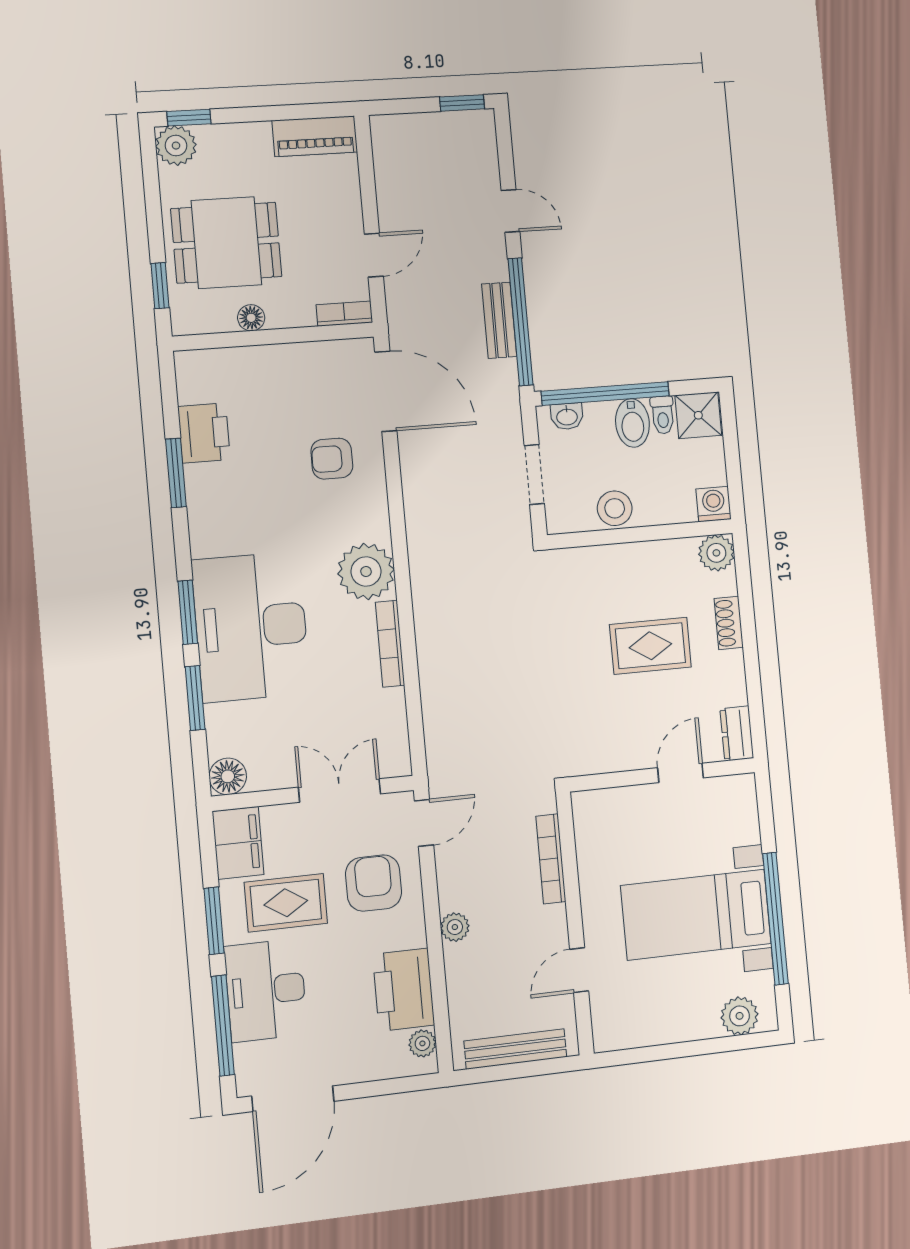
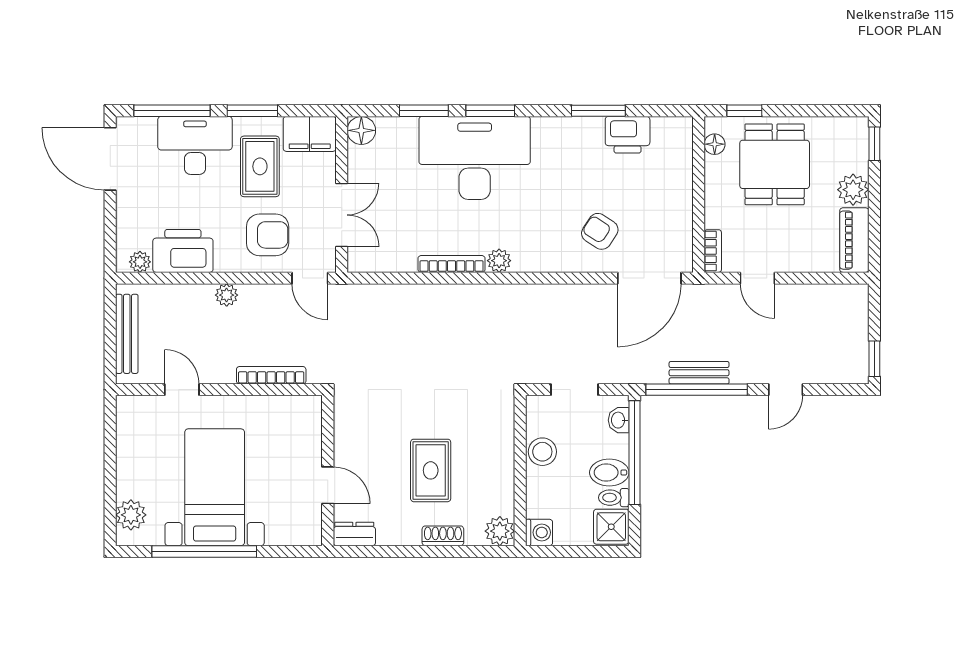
plant: (176, 146) -> (853, 190), moved
floor lamp: (251, 318) -> (715, 144), moved
armchair: (332, 459) -> (600, 231), turned -57
plant: (366, 571) -> (499, 261), width x0.53, depth x0.53

